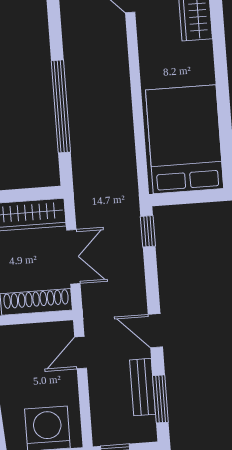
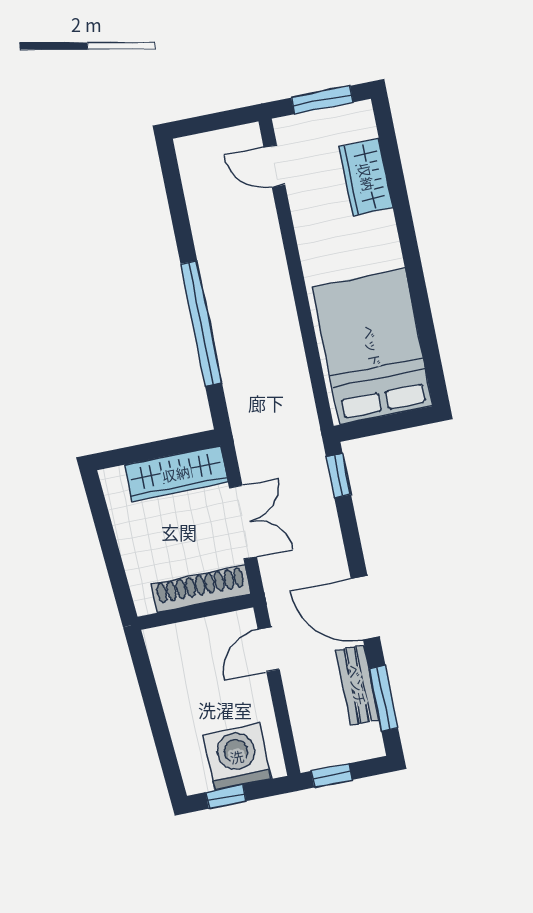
door: (155, 331) -> (365, 608), width x1.38

